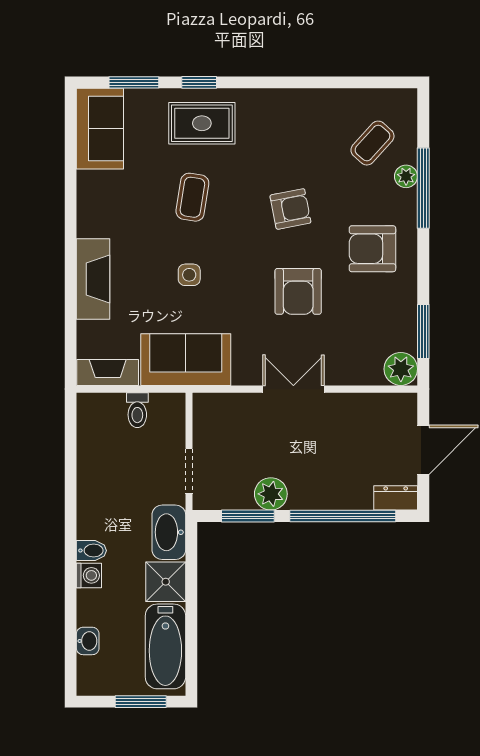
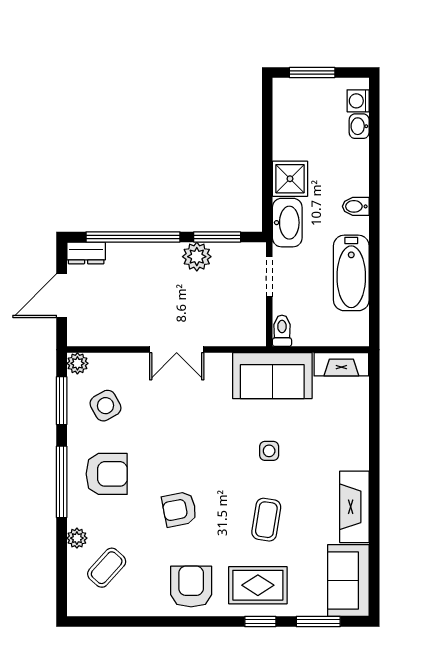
window: (423, 188) -> (62, 482), moved
fireplace: (93, 279) -> (354, 507), moved
armchair: (298, 291) -> (191, 586), moved
side table: (374, 326) -> (106, 406), added
plant: (401, 369) -> (77, 363), width x0.73, depth x0.73
toilet: (137, 410) -> (282, 331), moved
washing machine: (89, 575) -> (358, 101), moved
bathtub: (165, 646) -> (351, 273), moved, turned 180

